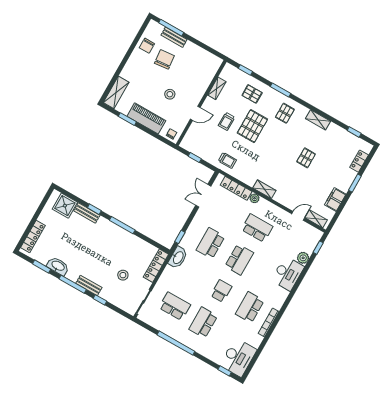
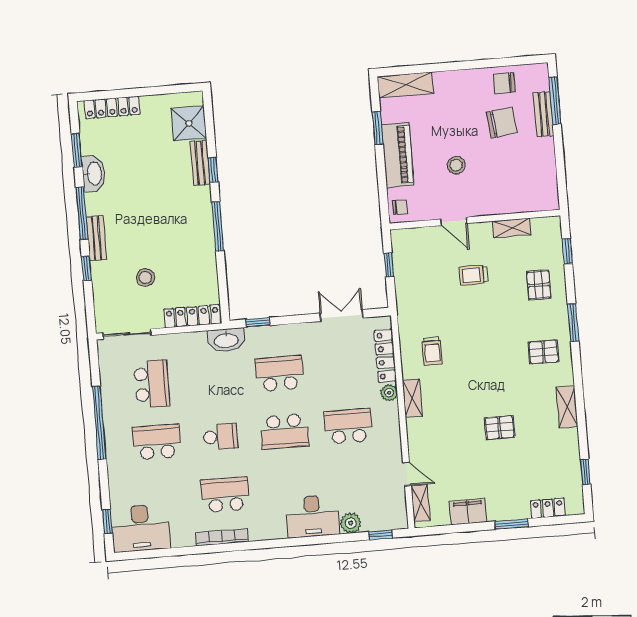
pallet: (252, 126) -> (492, 318), removed
trolley: (227, 160) -> (432, 351), moved
school desk: (257, 228) -> (348, 426), turned -90

